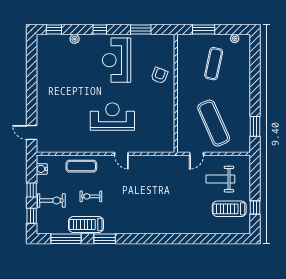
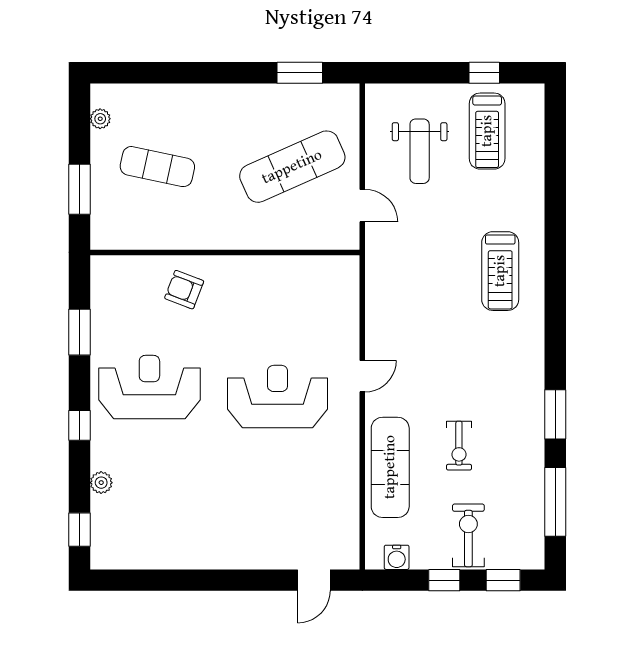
reception desk: (117, 60) -> (149, 387), turned 180
reception desk: (112, 117) -> (278, 397), turned 90
exercise mat: (81, 166) -> (390, 467), width x1.36, depth x1.45
treadmill: (86, 224) -> (500, 271), moved

